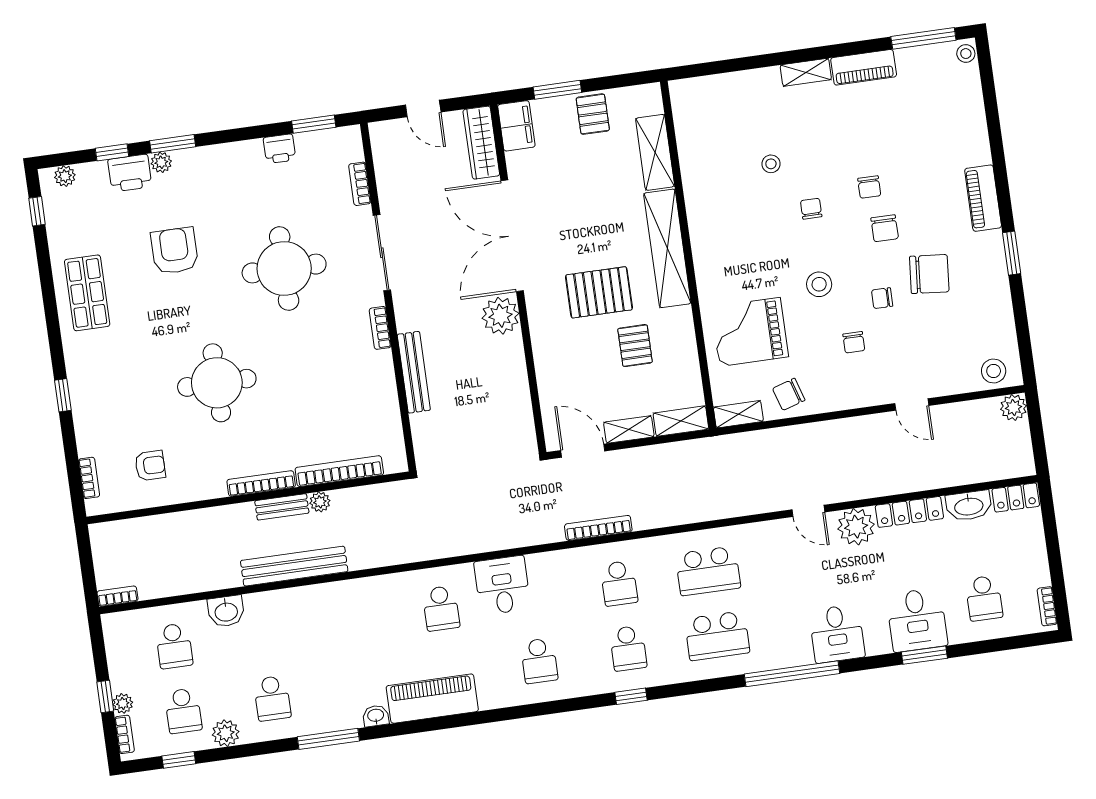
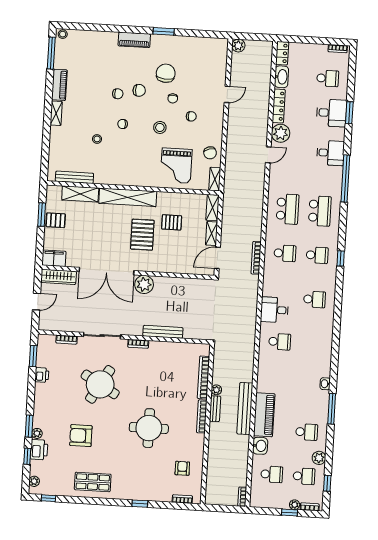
window: (557, 90) -> (42, 215), moved
bench: (686, 134) -> (74, 177), added
round table: (284, 269) -> (100, 384), turned 30
stool: (994, 371) -> (219, 52), removed
piano: (432, 699) -> (264, 415), moved, turned 180

